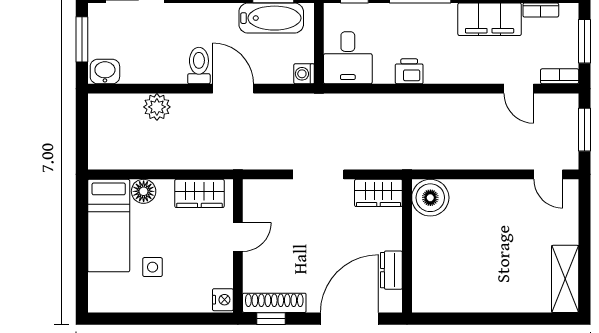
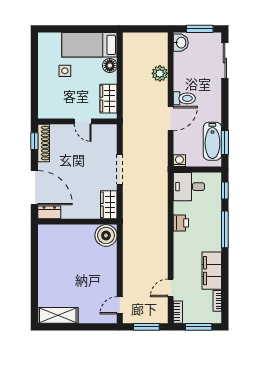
dresser: (391, 270) -> (49, 212), moved
nightstand: (223, 300) -> (46, 113), removed

